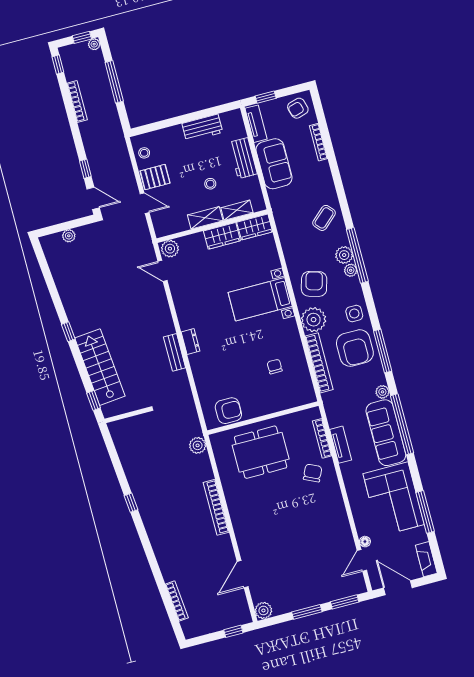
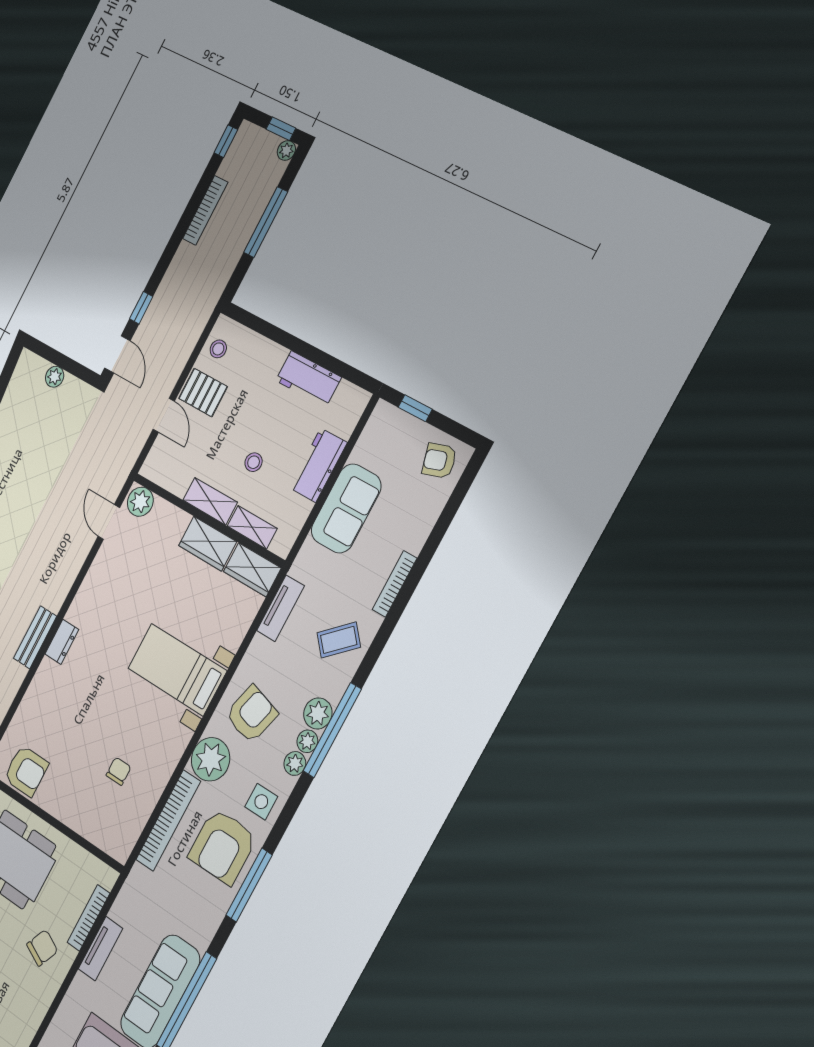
tv unit: (256, 124) -> (280, 608), moved
bookcase: (319, 142) -> (394, 584), moved
plant: (382, 392) -> (295, 763), moved

